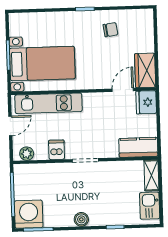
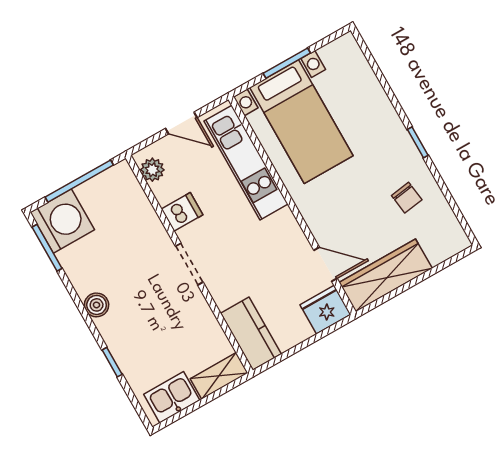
wardrobe: (145, 70) -> (386, 275), width x1.50

